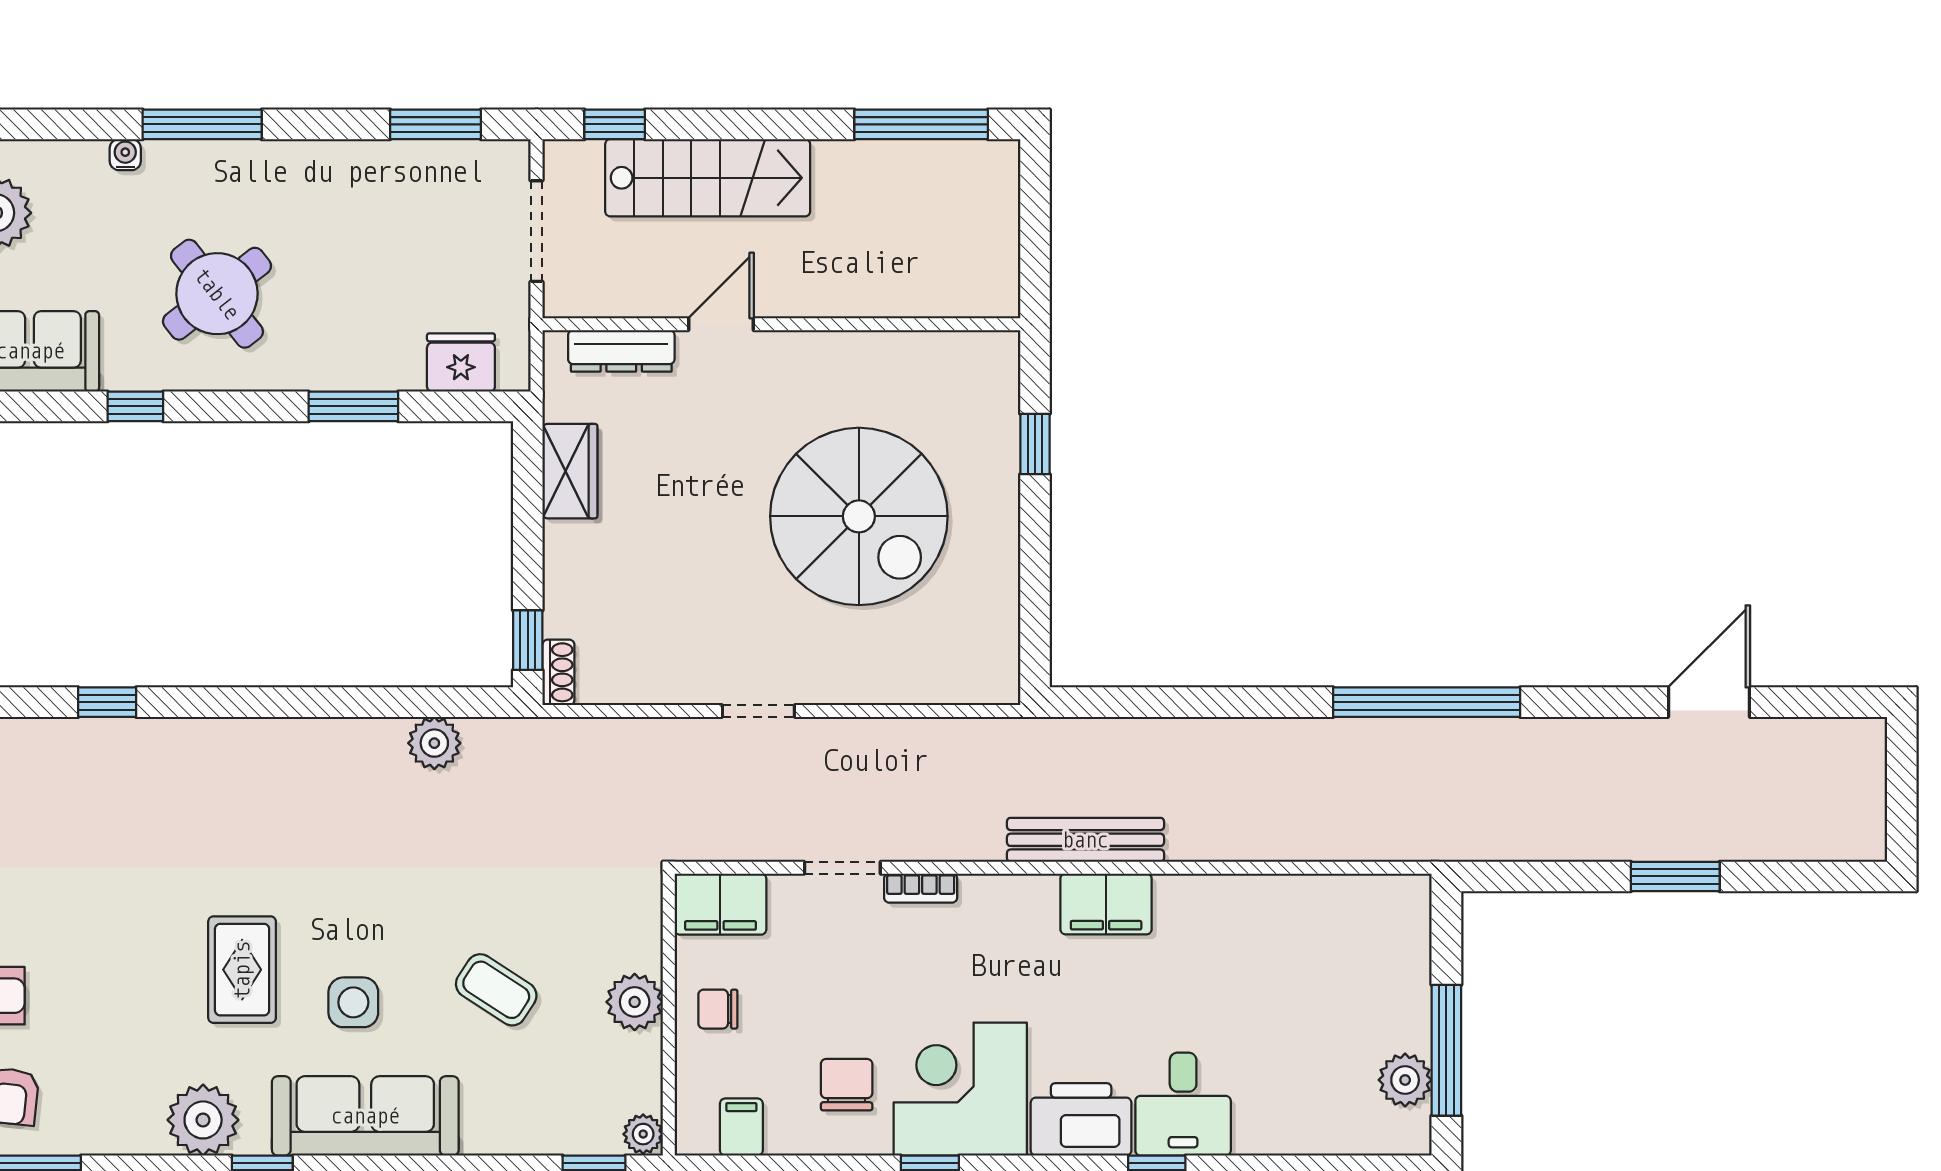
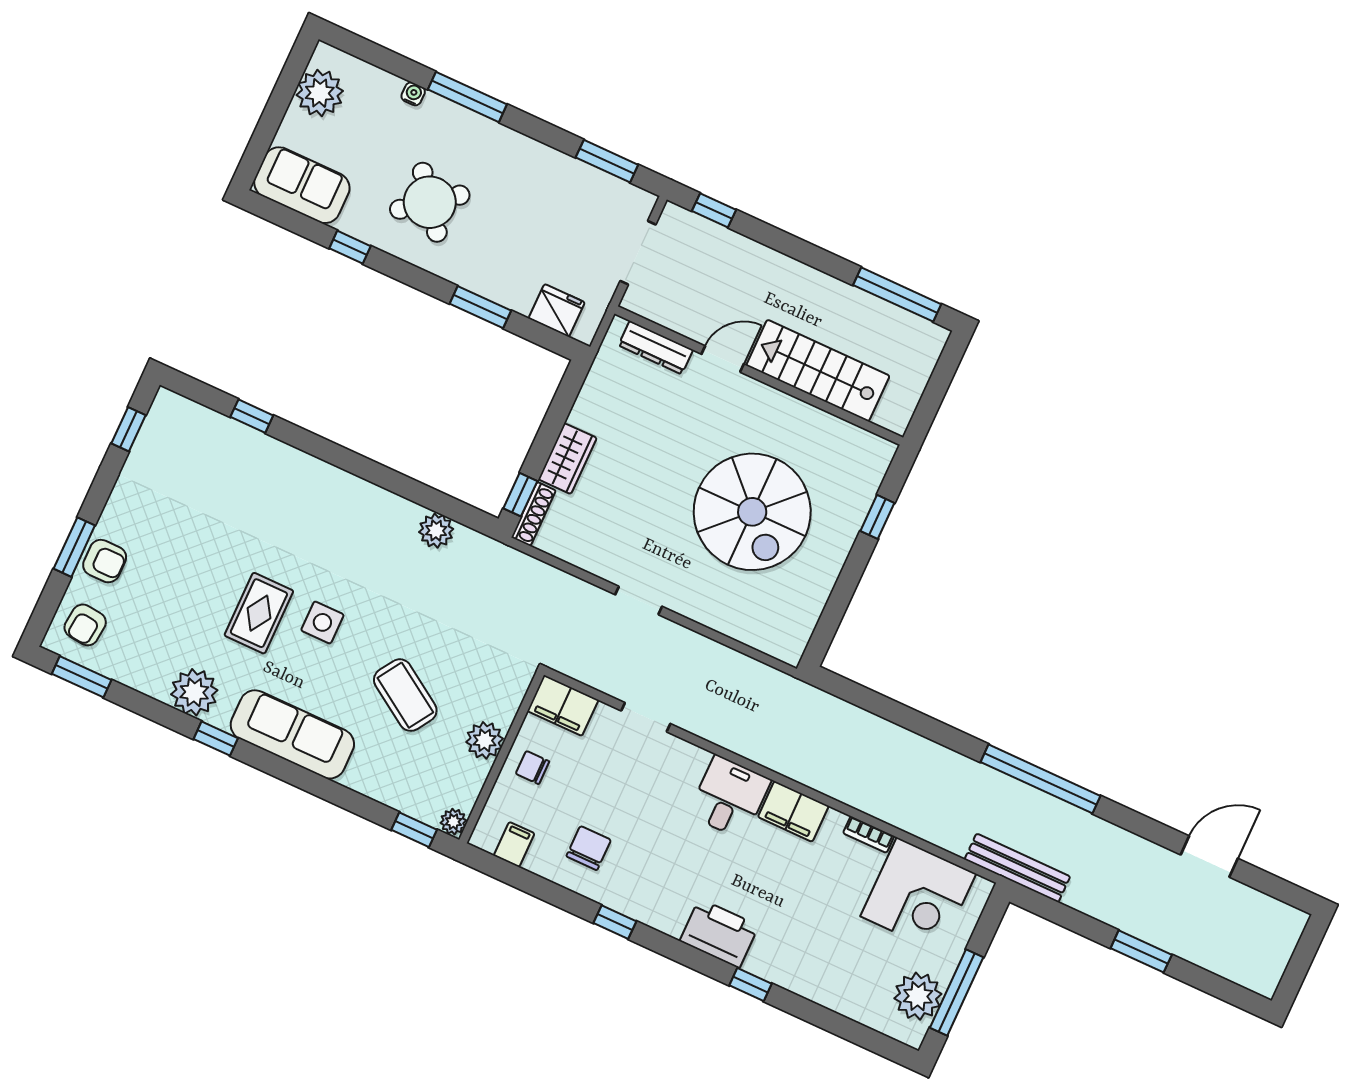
stairs: (708, 178) -> (818, 371), moved, turned 180
wardrobe: (570, 471) -> (567, 459), moved
shoe rack: (558, 672) -> (534, 514), width x1.43
bench: (1085, 840) -> (1017, 868), moved
bookcase: (921, 888) -> (869, 835), moved
coffee table: (496, 990) -> (405, 695), width x1.36, depth x1.30
side table: (353, 1002) -> (322, 622), moved
plant: (1405, 1080) -> (918, 996), width x1.36, depth x1.36
corner desk: (960, 1089) -> (918, 895), moved, turned 180
desk: (1183, 1104) -> (729, 797), moved, turned 180

